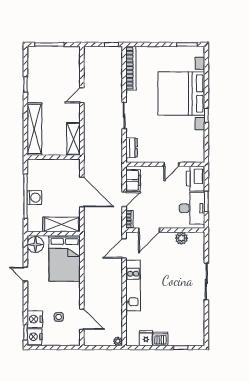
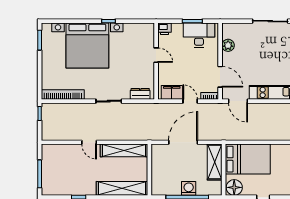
shelving: (73, 139) -> (124, 150), width x1.47
printer: (196, 179) -> (164, 29), width x0.53, depth x0.68

